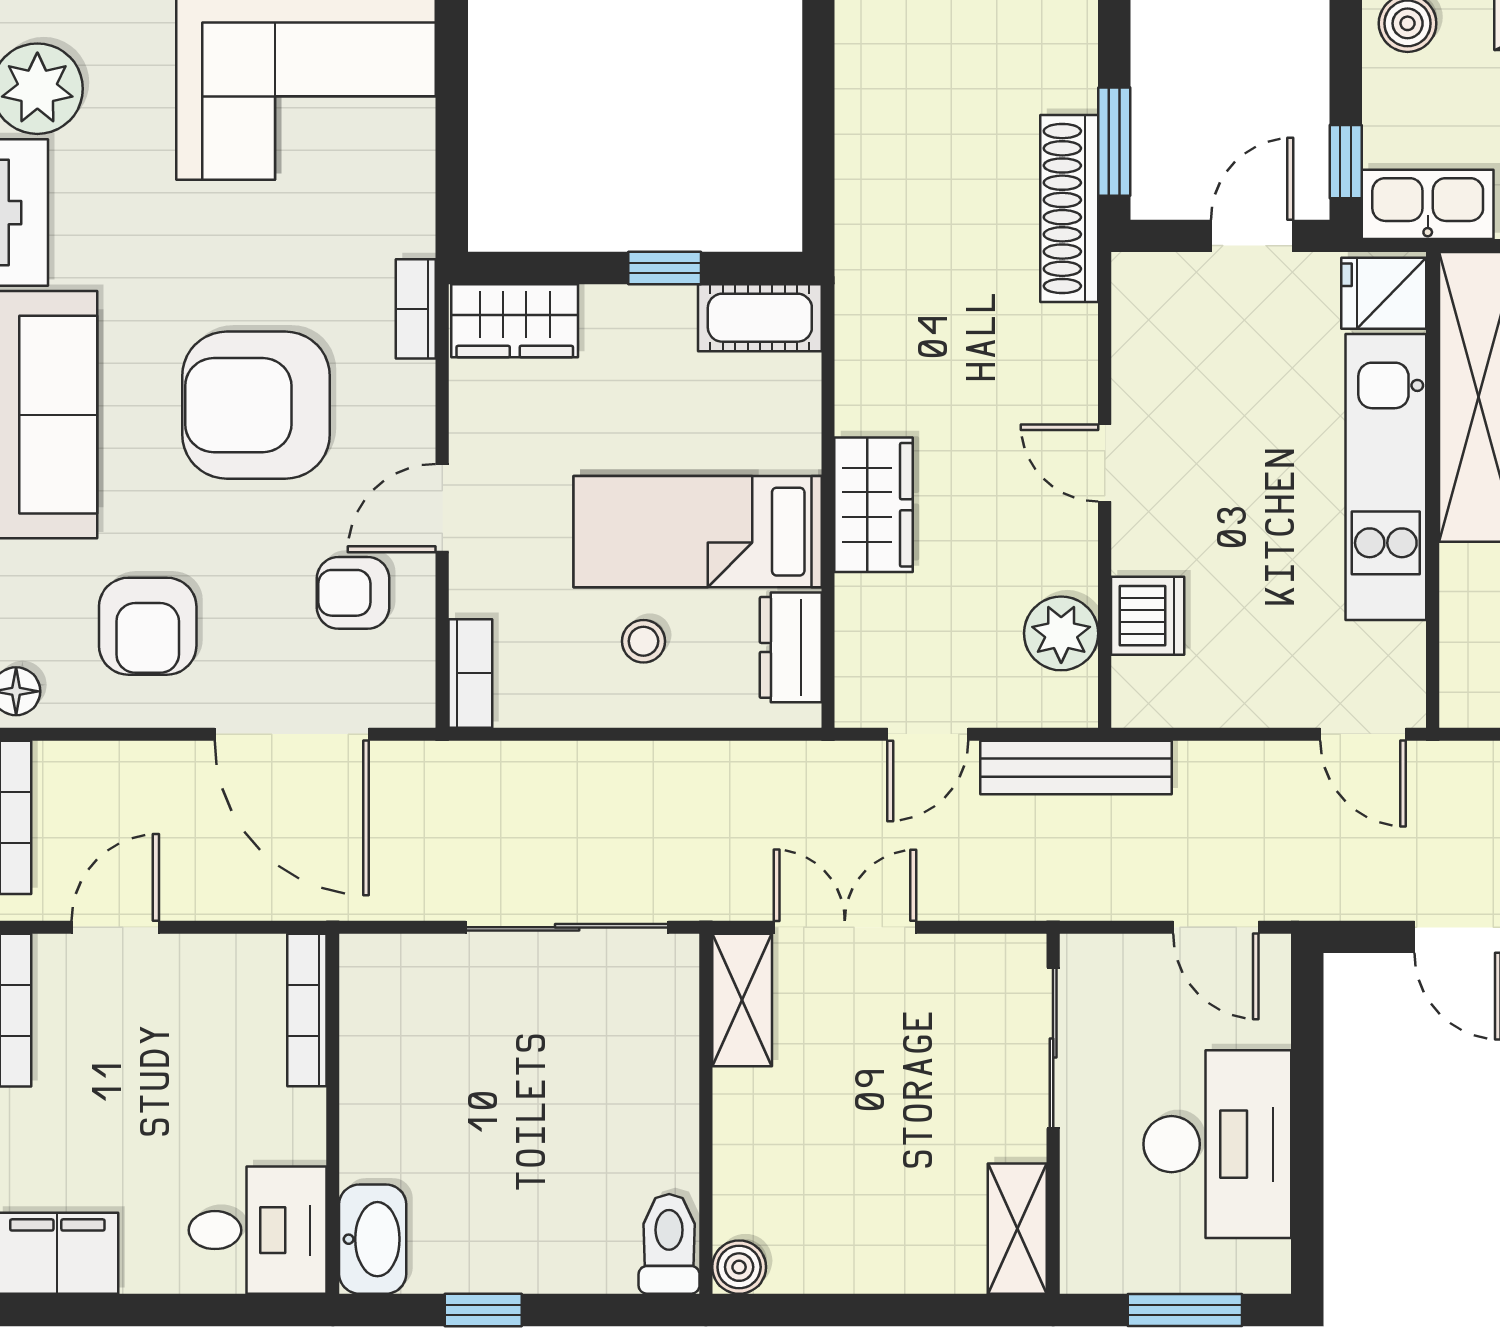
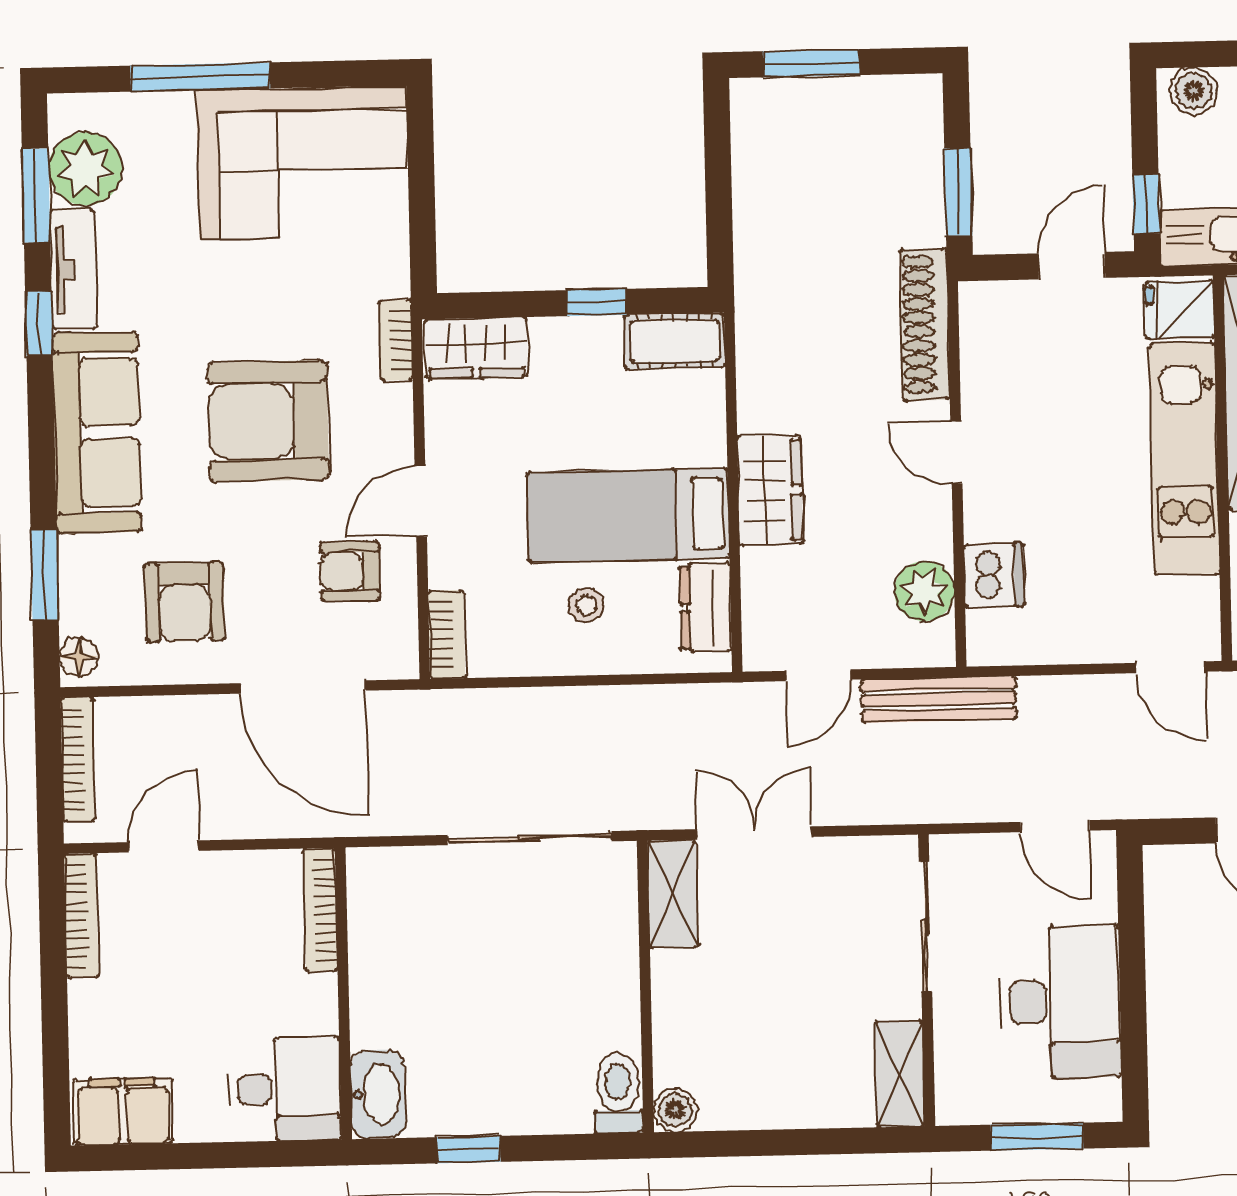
shoe rack: (1069, 209) -> (925, 325), moved

